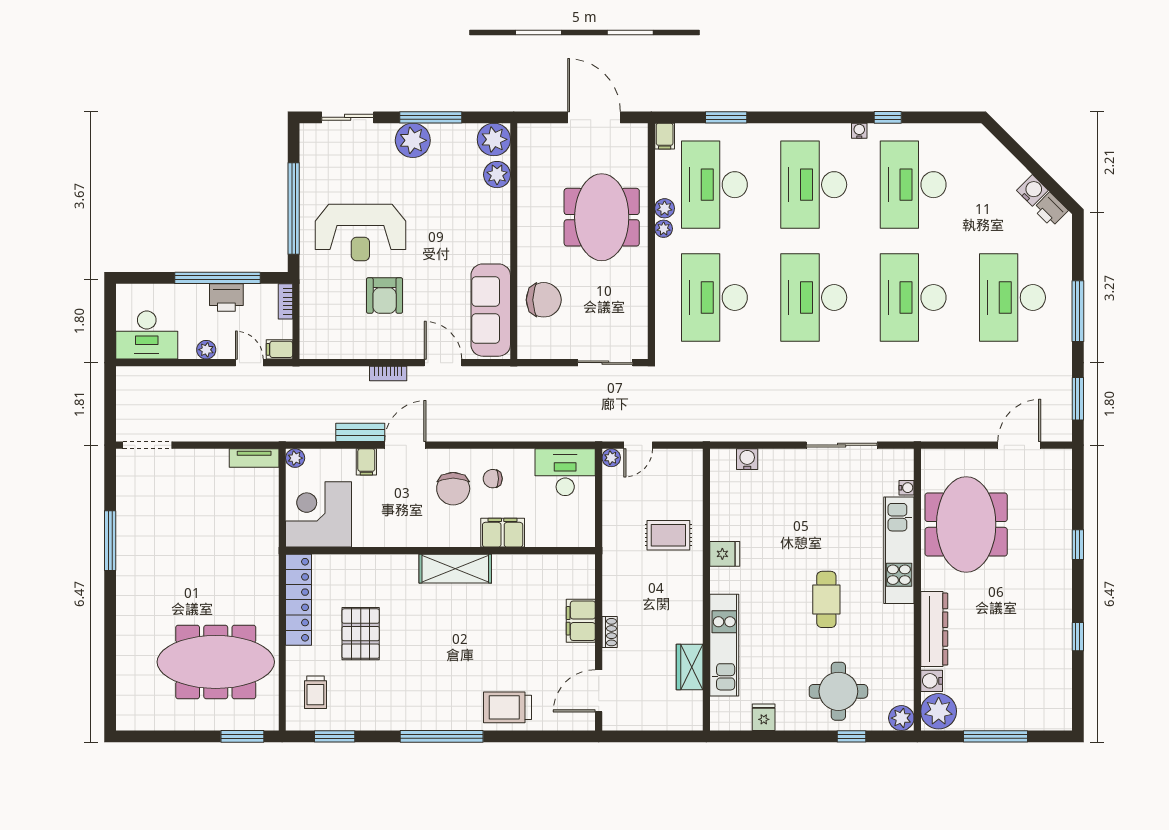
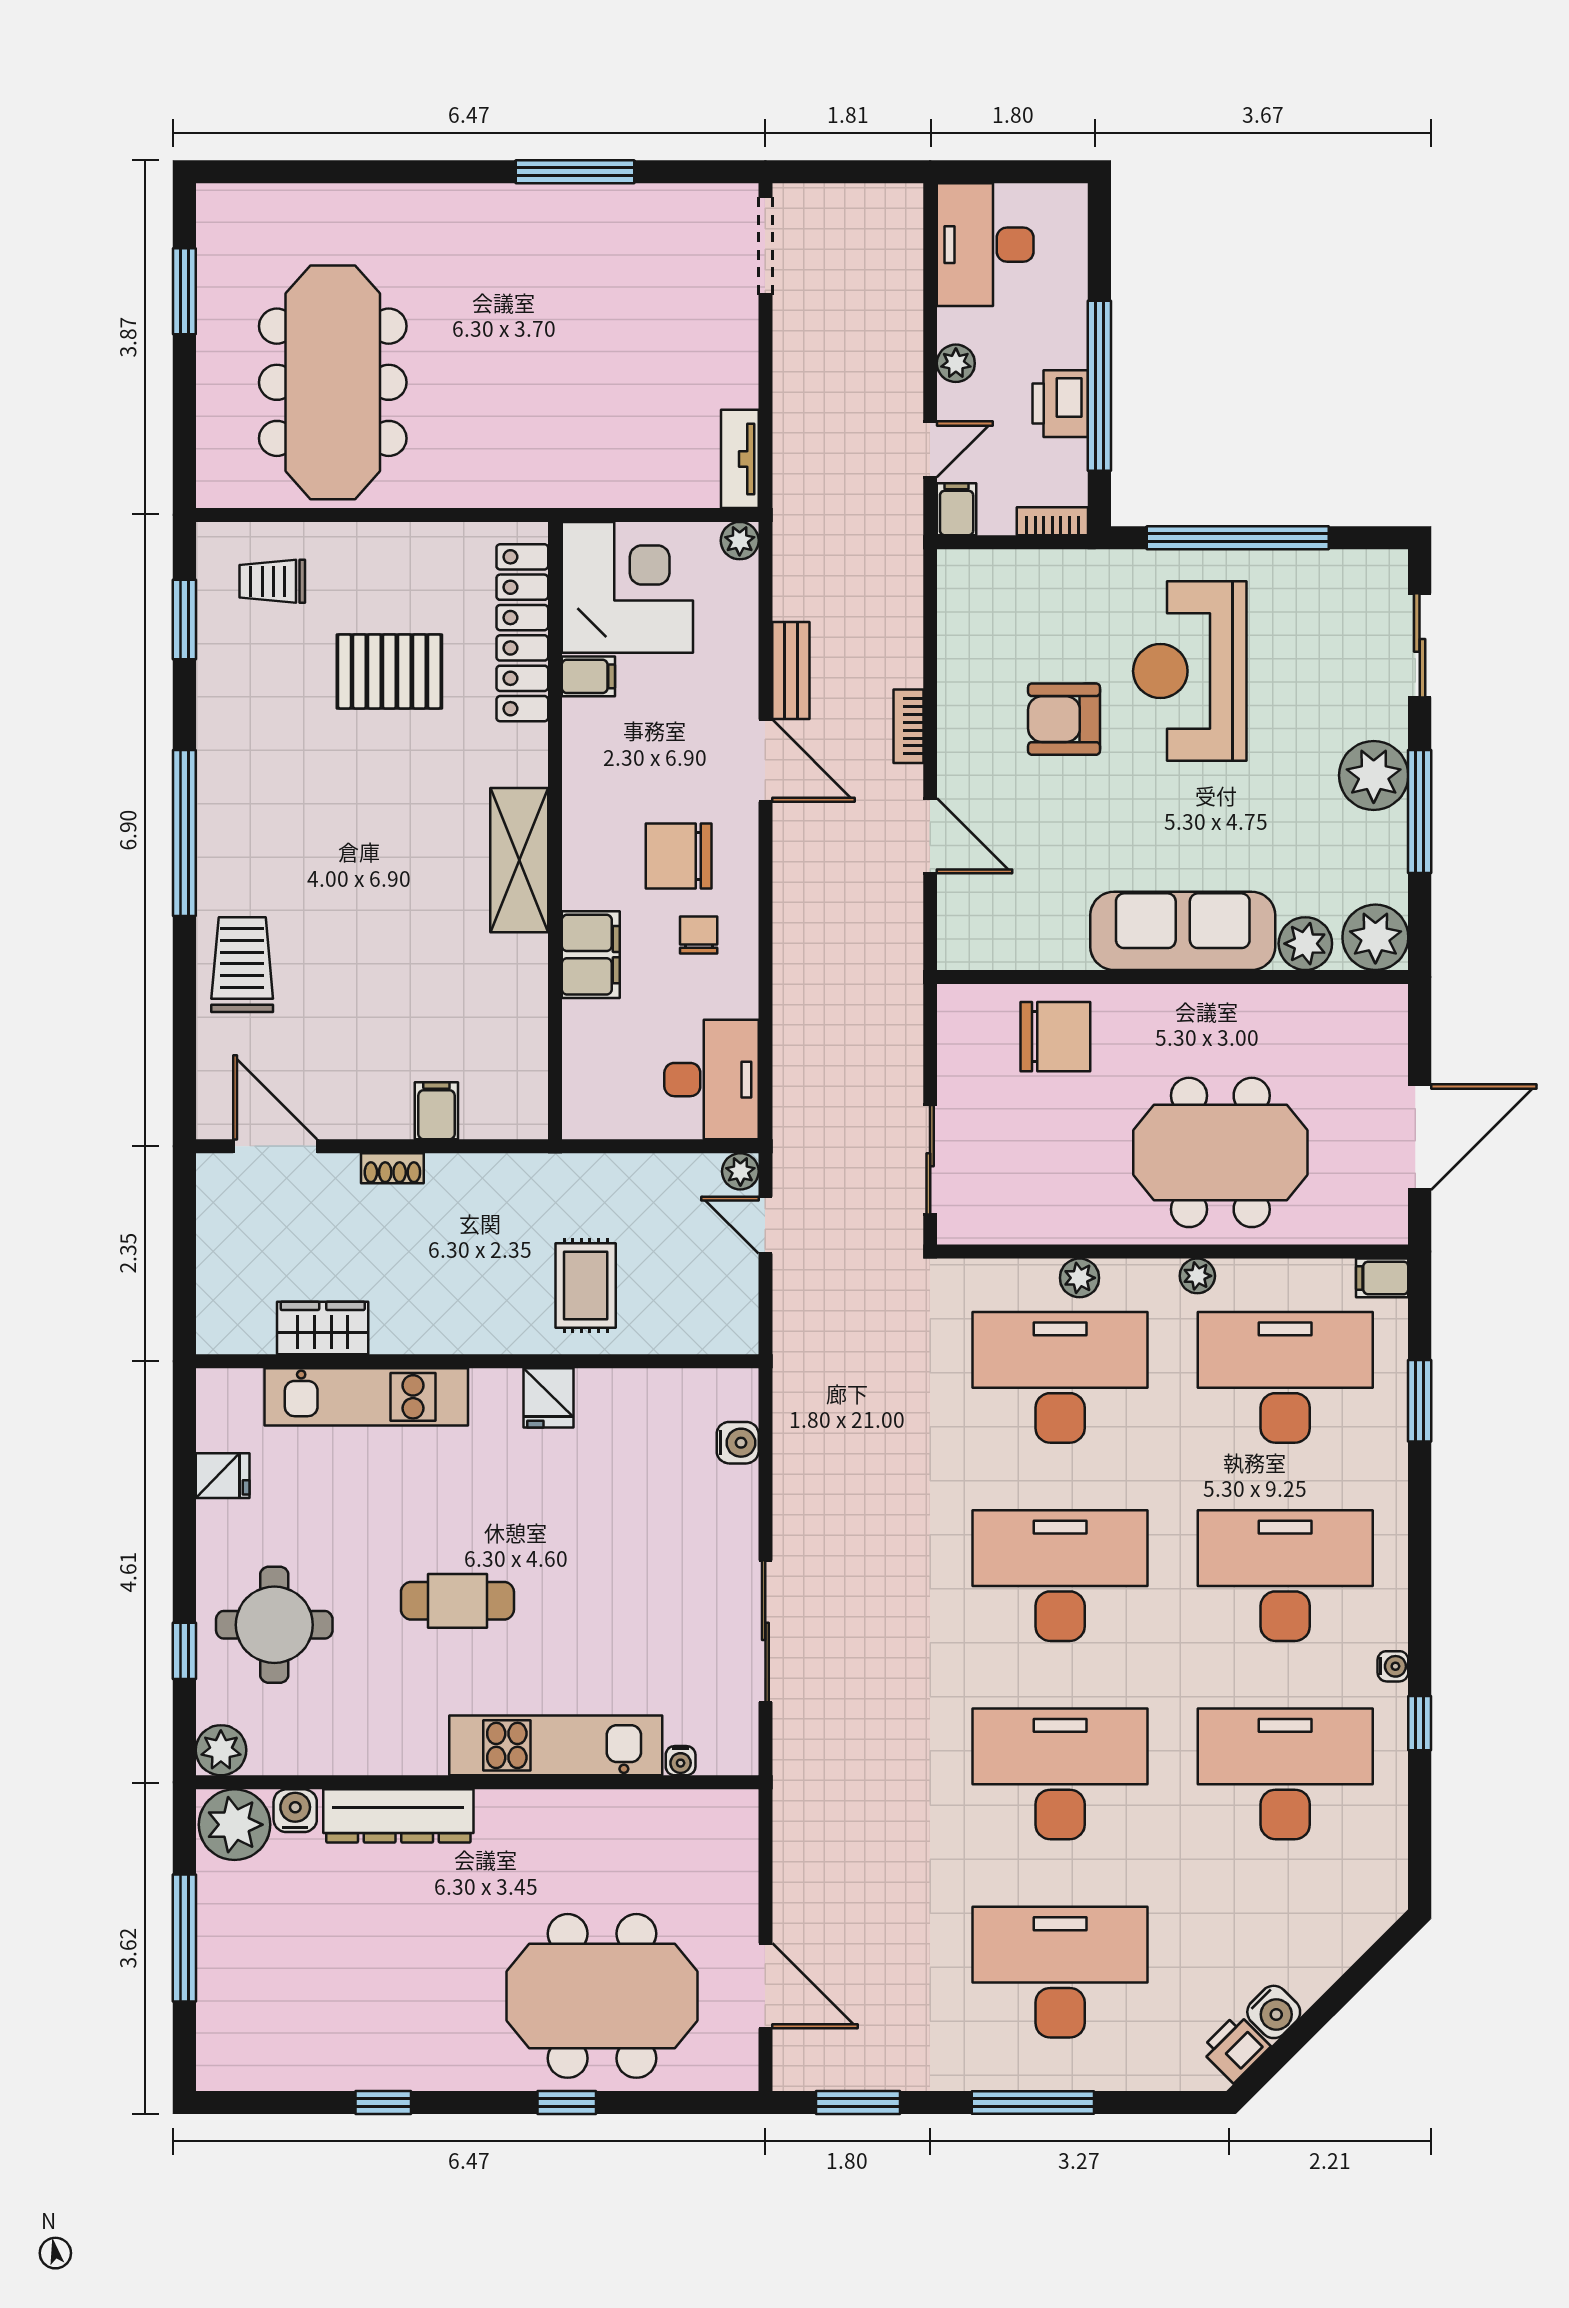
plant: (665, 208) -> (1079, 1278), moved
chair: (544, 300) -> (1055, 1037), turned -90
sofa: (491, 310) -> (1183, 931), moved
door: (443, 363) -> (930, 836), hinge flipped
filing cabinet: (366, 462) -> (588, 676), moved, turned 180
meeting table: (966, 524) -> (602, 1996), moved
locker: (299, 600) -> (522, 633), moved, turned 90
filing cabinet: (581, 621) -> (436, 1111), width x0.50
window: (242, 736) -> (184, 291), moved

